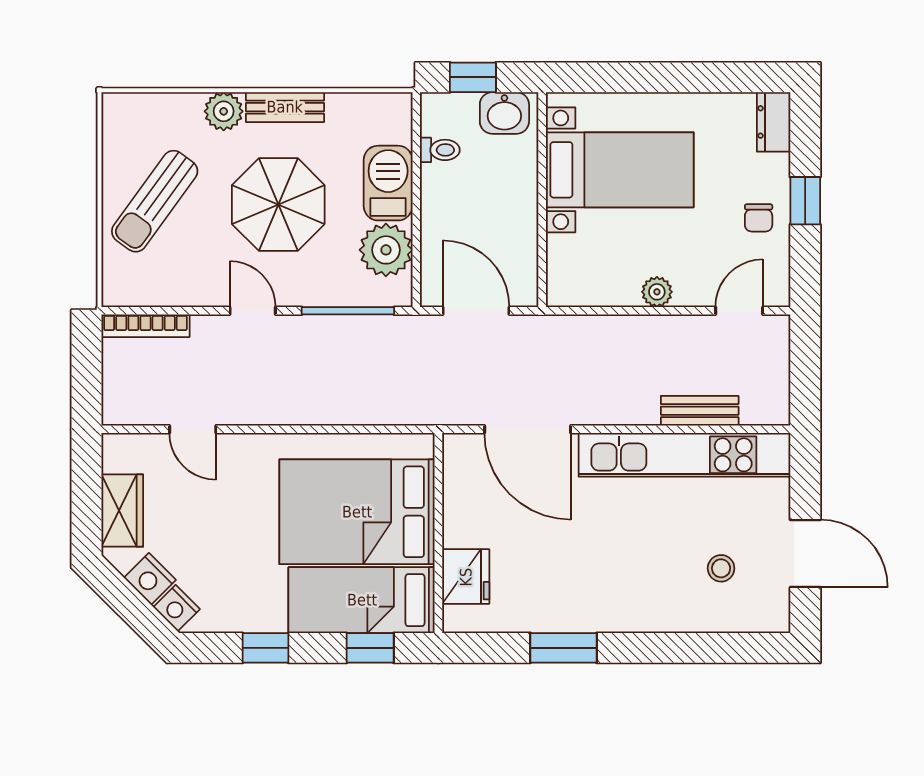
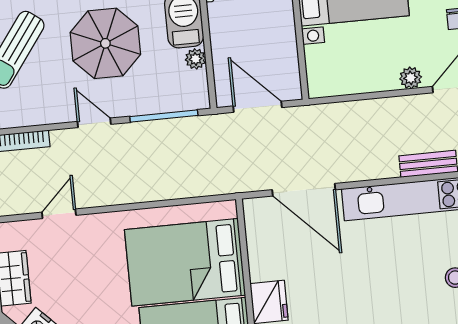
plant: (386, 250) -> (196, 59), width x0.53, depth x0.53
plant: (657, 292) -> (411, 78), moved
door: (193, 429) -> (59, 214), swing flipped

